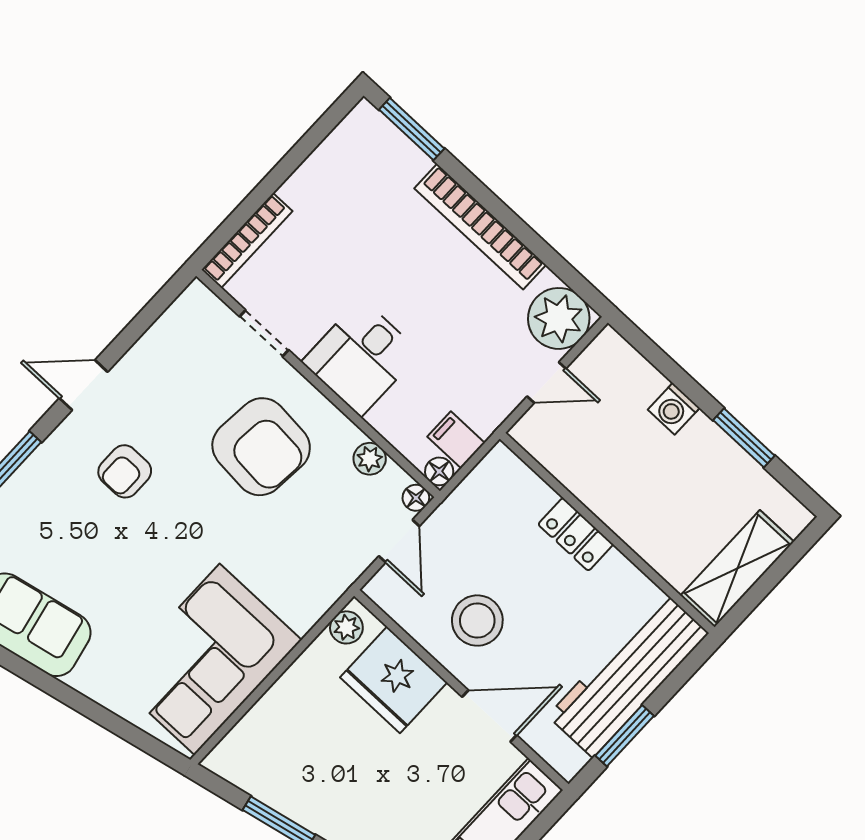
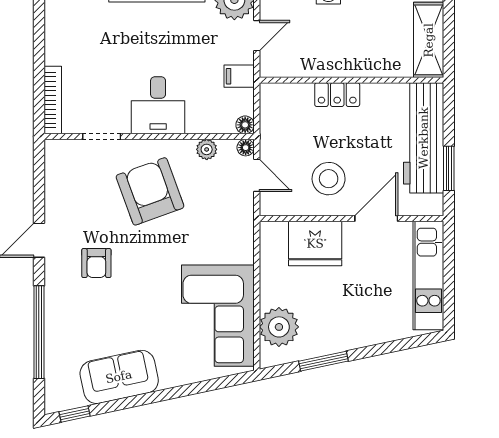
filing cabinet: (456, 440) -> (239, 76), moved
armchair: (261, 447) -> (150, 191), turned -115
plant: (346, 627) -> (279, 327), moved, width x1.88, depth x1.88

